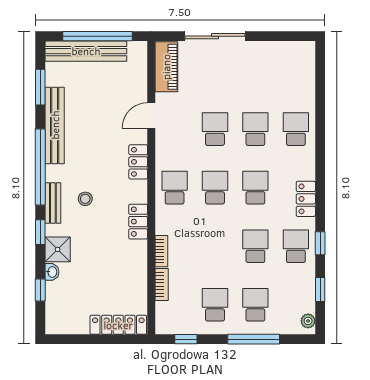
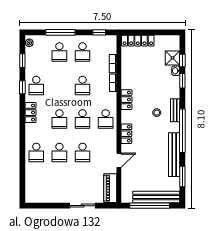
sliding door: (215, 36) -> (83, 206), width x0.73
window: (40, 232) -> (182, 81), moved
school desk: (255, 246) -> (83, 86), moved
shower: (58, 249) -> (173, 58), moved

